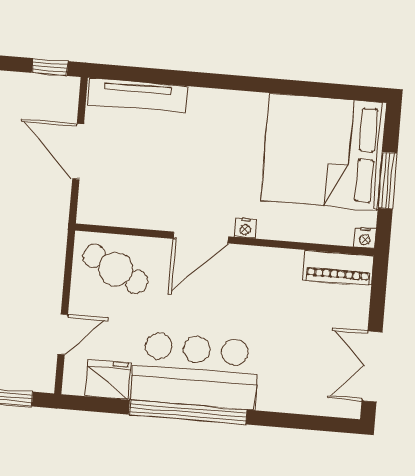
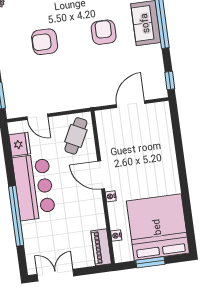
tv unit: (138, 95) -> (165, 128), removed
nightstand: (365, 238) -> (116, 236), moved
window: (188, 412) -> (16, 216), moved

